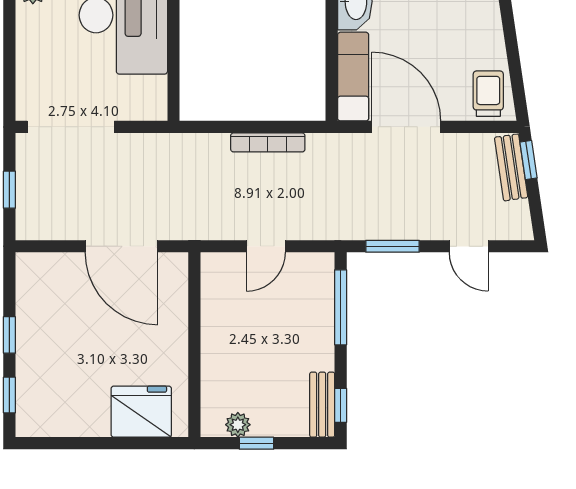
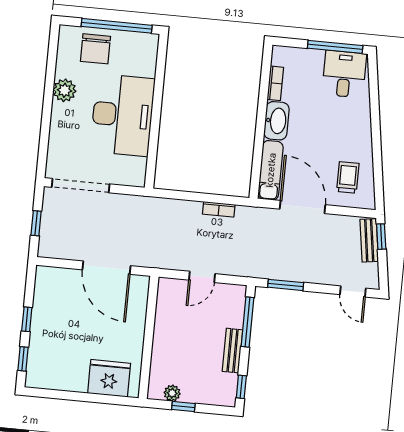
trolley: (488, 94) -> (348, 177), moved
bookcase: (268, 142) -> (219, 209), width x0.64
door: (469, 246) -> (353, 291), moved
bench: (322, 405) -> (233, 351), moved

